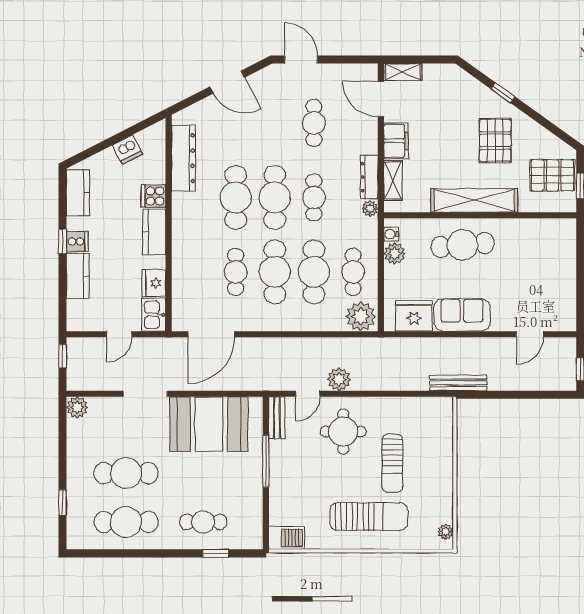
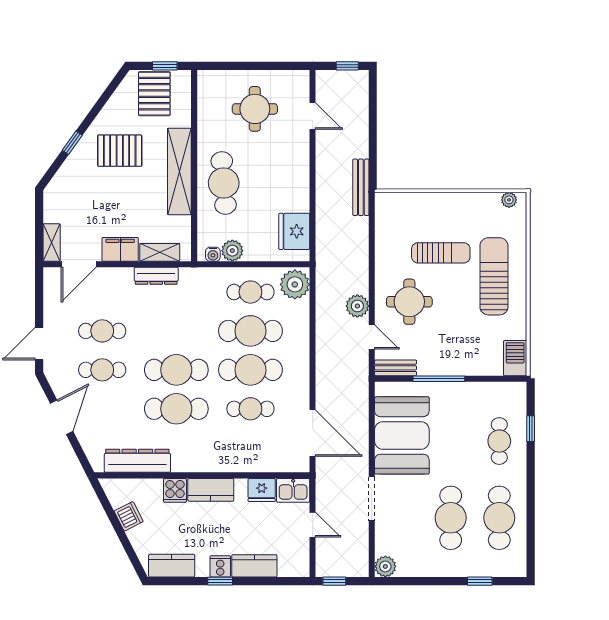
cafe table: (314, 197) -> (102, 370), moved
plant: (370, 209) -> (187, 275), removed
round table: (537, 276) -> (255, 109), added
sofa: (462, 315) -> (293, 184), removed

